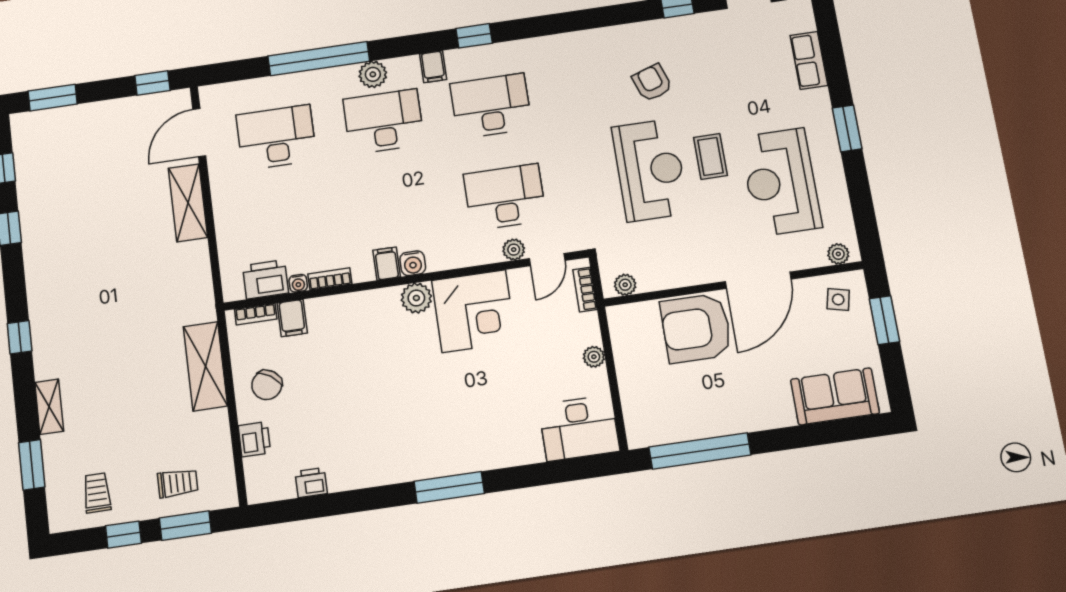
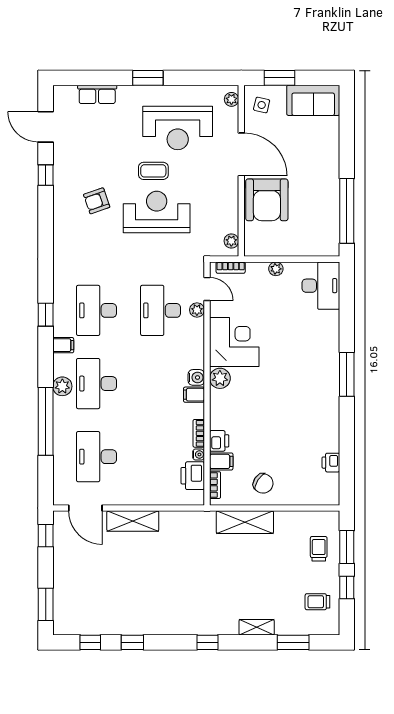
sofa: (835, 396) -> (313, 100), moved, turned -90
printer: (254, 439) -> (219, 441), moved, turned 90

